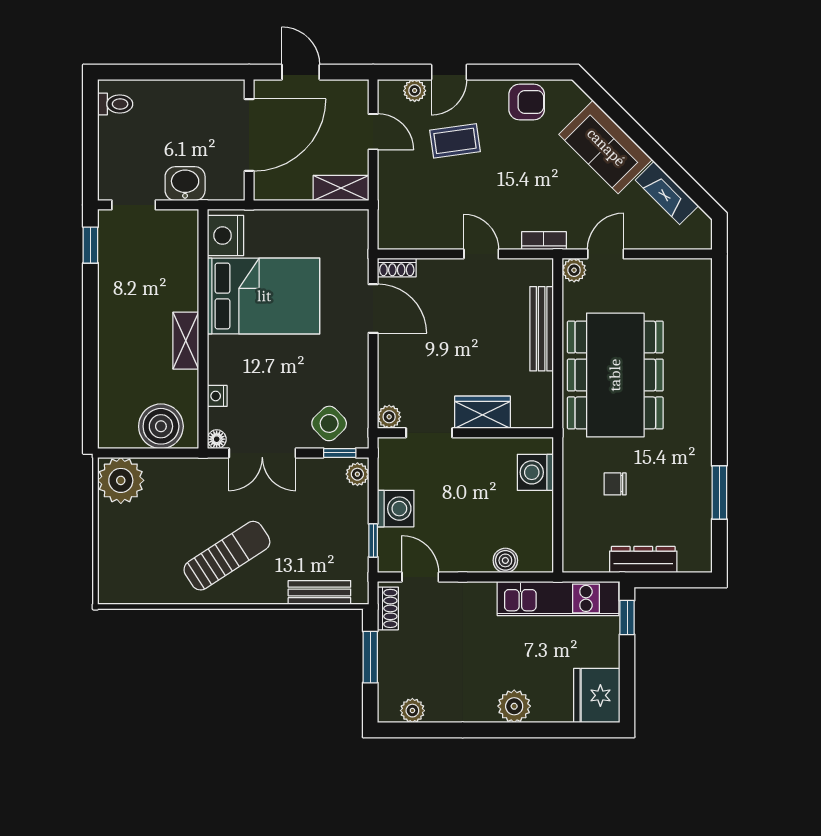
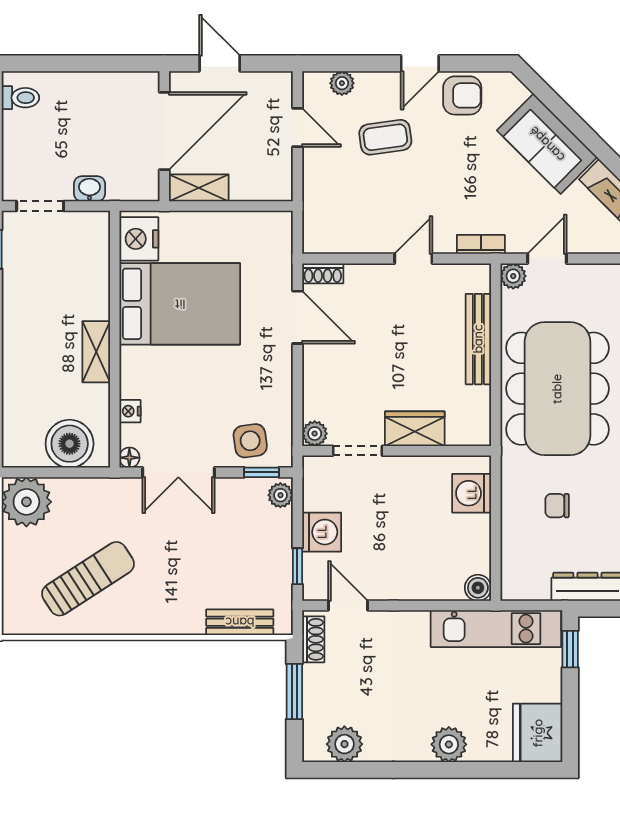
door: (449, 72) -> (420, 63), moved
washbasin: (185, 184) -> (90, 189), width x0.72, depth x0.69
shelving: (341, 188) -> (199, 188), moved
door: (481, 254) -> (413, 259), hinge flipped
side table: (329, 423) -> (250, 441), turned 36
sun lounger: (227, 556) -> (88, 579), moved
boiler: (505, 560) -> (478, 588), moved
plant: (412, 711) -> (344, 744), width x1.38, depth x1.38

